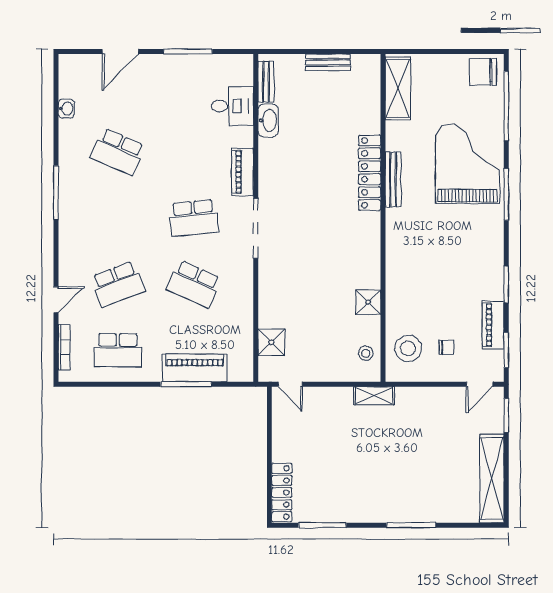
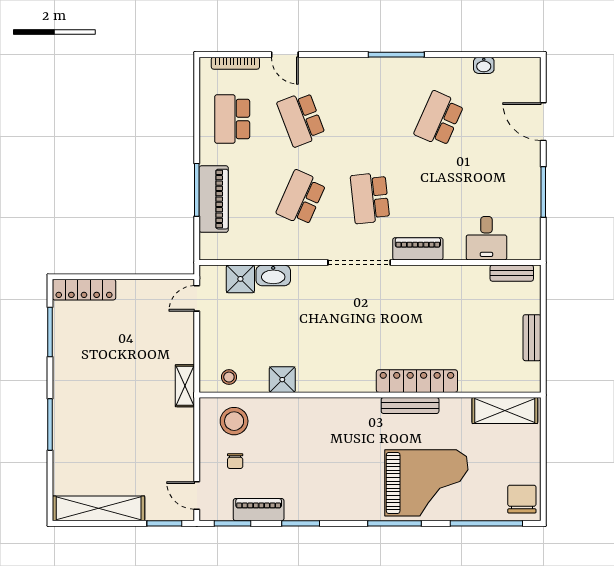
washbasin: (268, 120) -> (273, 275), moved

